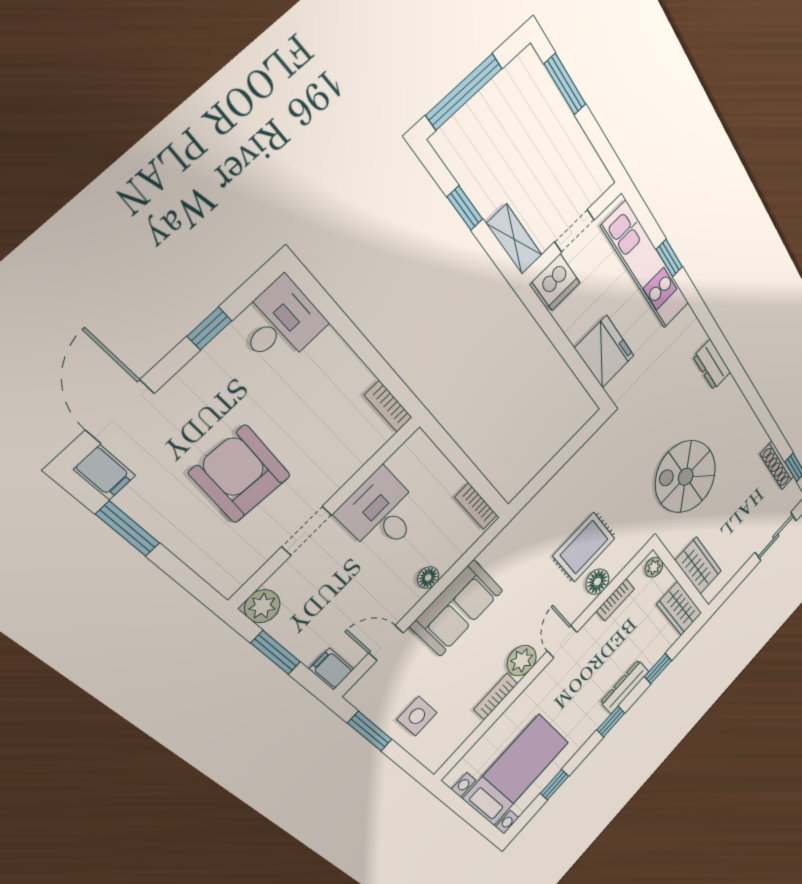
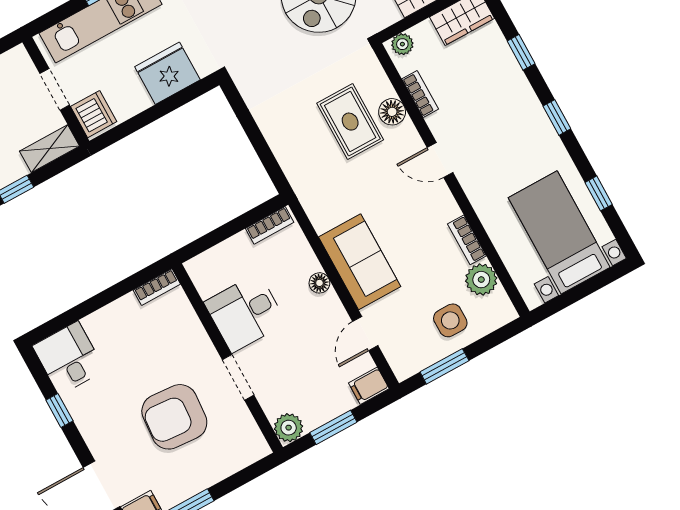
plant: (522, 661) -> (481, 280), moved
dresser: (625, 687) -> (524, 96), removed

